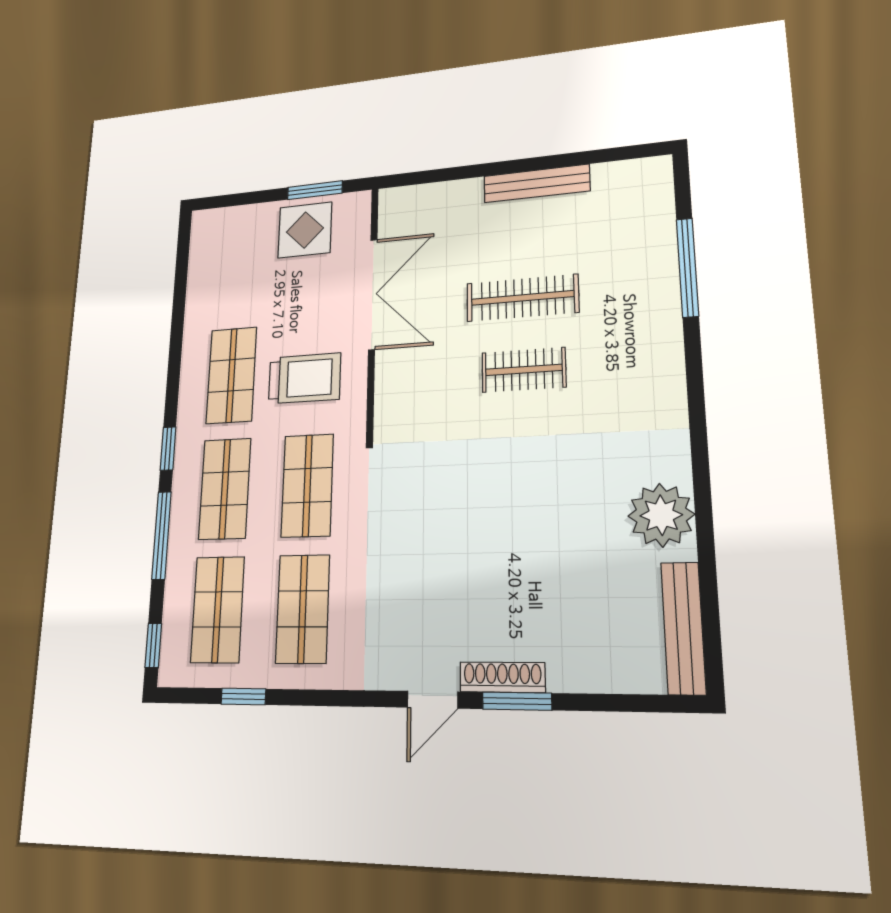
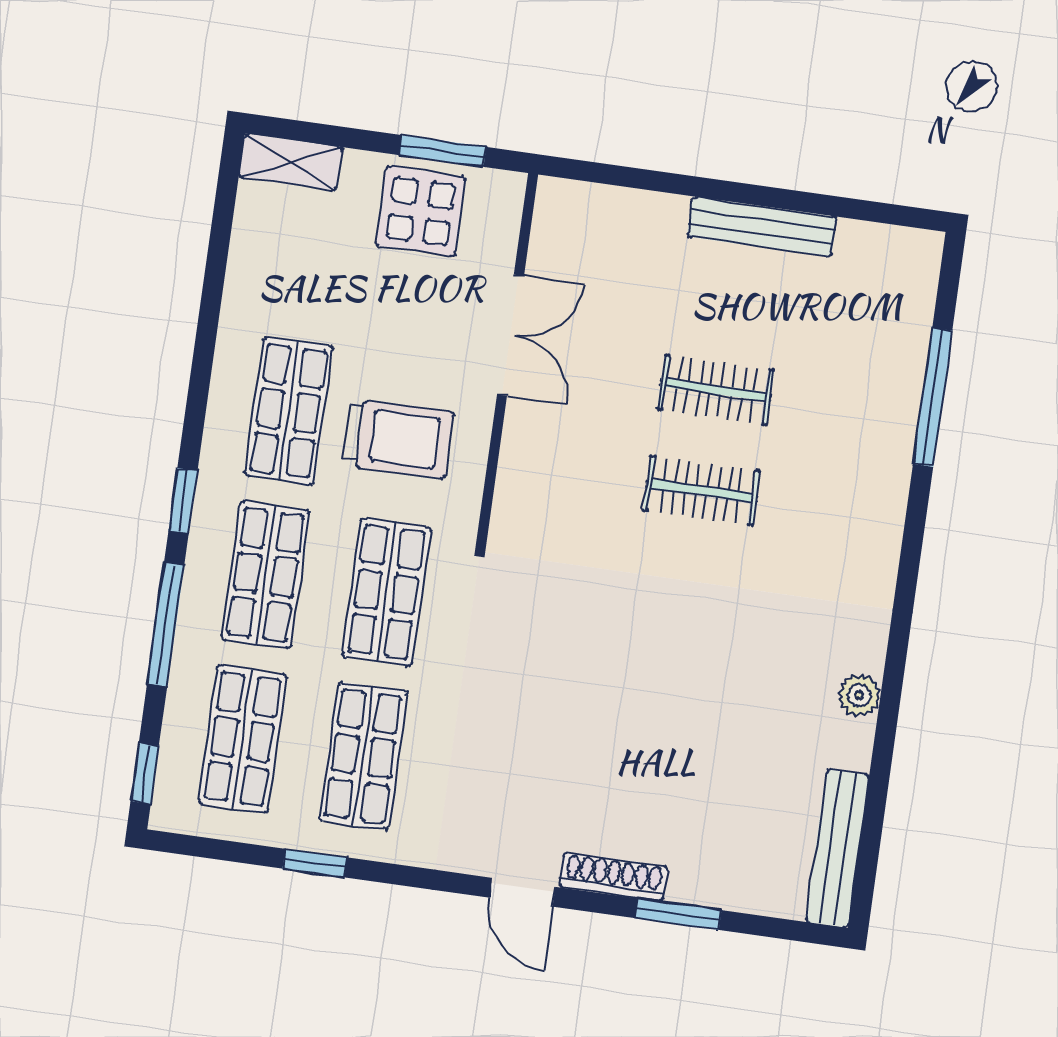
shelving: (221, 221) -> (290, 162), added
double door: (373, 294) -> (510, 335), width x0.73
clothes rail: (522, 298) -> (716, 390), width x0.73
plant: (661, 515) -> (859, 695), width x0.53, depth x0.53
window: (243, 696) -> (315, 863), moved
door: (433, 700) -> (522, 892), hinge flipped
window: (517, 701) -> (678, 914), moved

